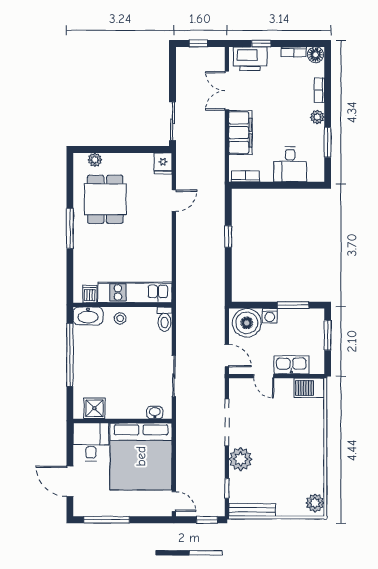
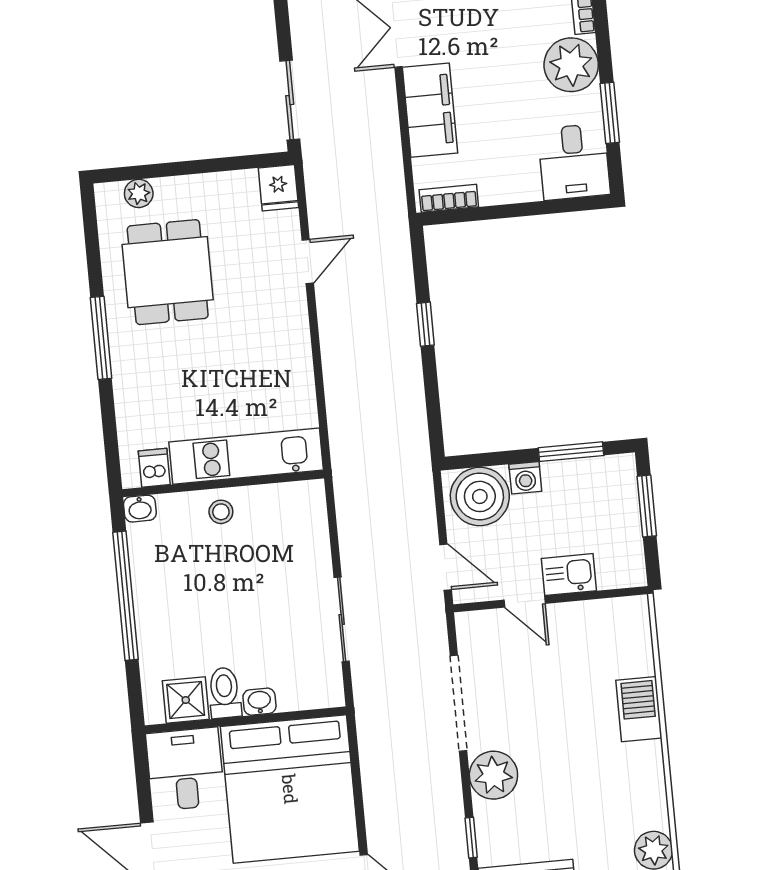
plant: (317, 117) -> (571, 65), width x1.88, depth x1.88
desk: (290, 164) -> (574, 162), moved
washbasin: (88, 316) -> (140, 509), width x0.52, depth x0.69
toilet: (164, 319) -> (225, 693), moved, turned 180
kitchen sink: (291, 365) -> (569, 575), width x0.73
barbecue: (309, 388) -> (639, 709), moved, turned 90
washbasin: (155, 412) -> (259, 702), moved

